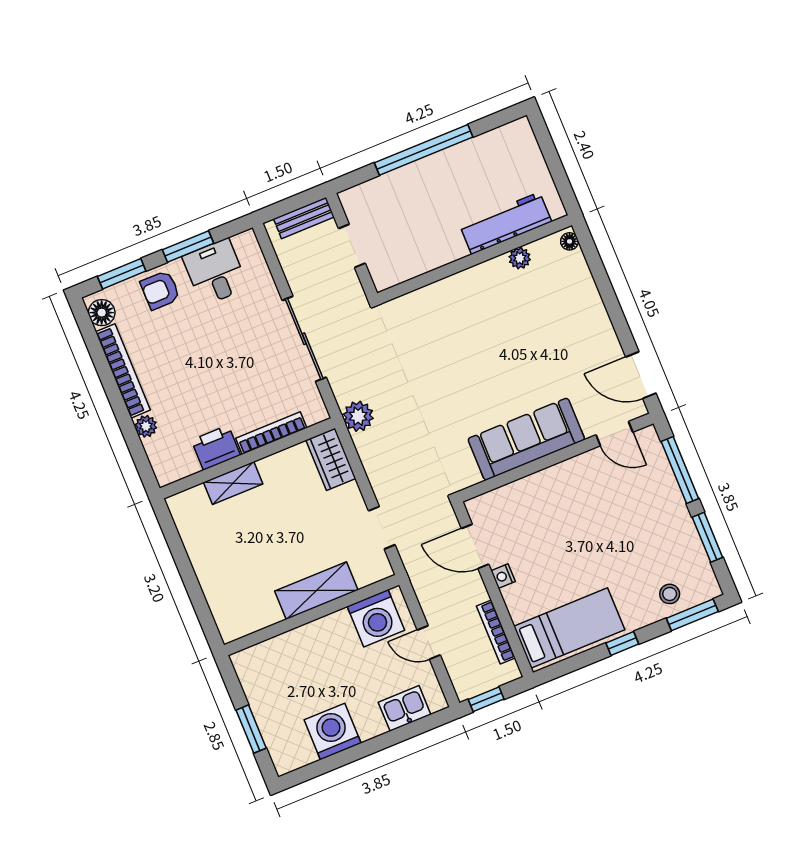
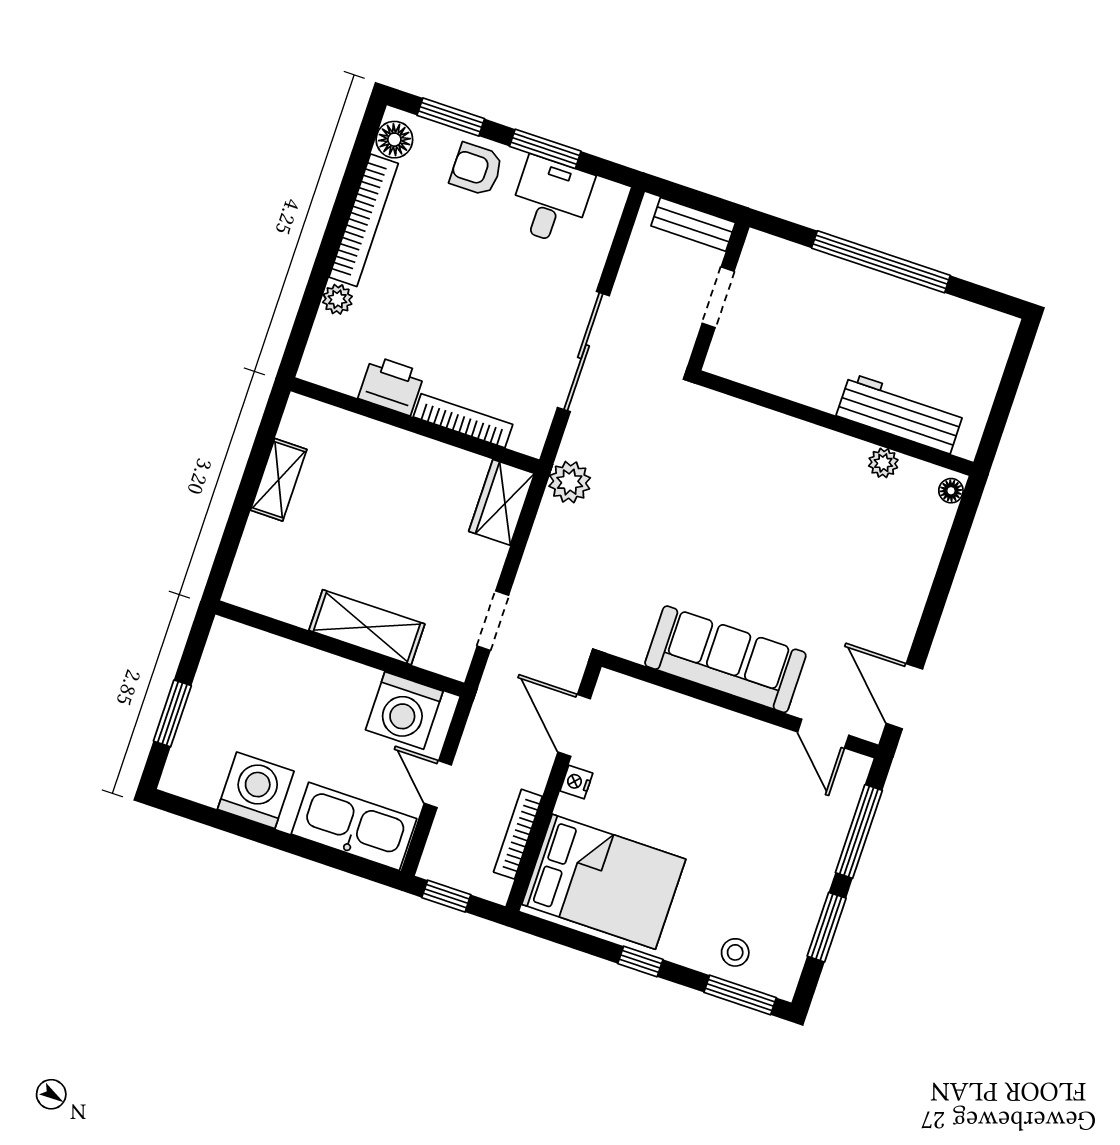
shelving: (233, 483) -> (279, 480), moved, turned 90
bed: (569, 628) -> (604, 882), width x1.50
kitchen sink: (405, 708) -> (354, 826), width x1.88, depth x1.24

